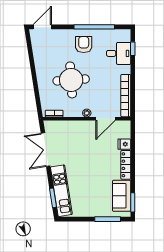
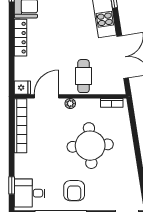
desk: (119, 53) -> (30, 193), moved
cafe table: (76, 135) -> (84, 76), added
fridge: (124, 144) -> (22, 88), moved

